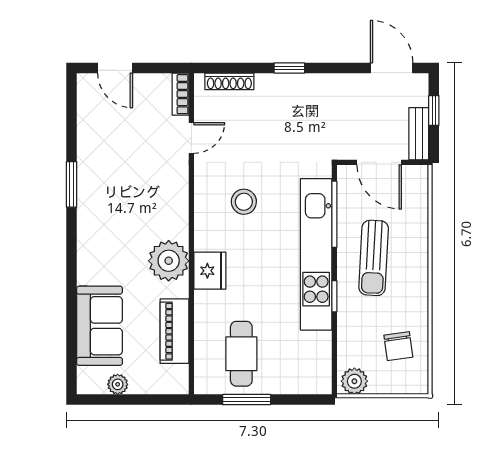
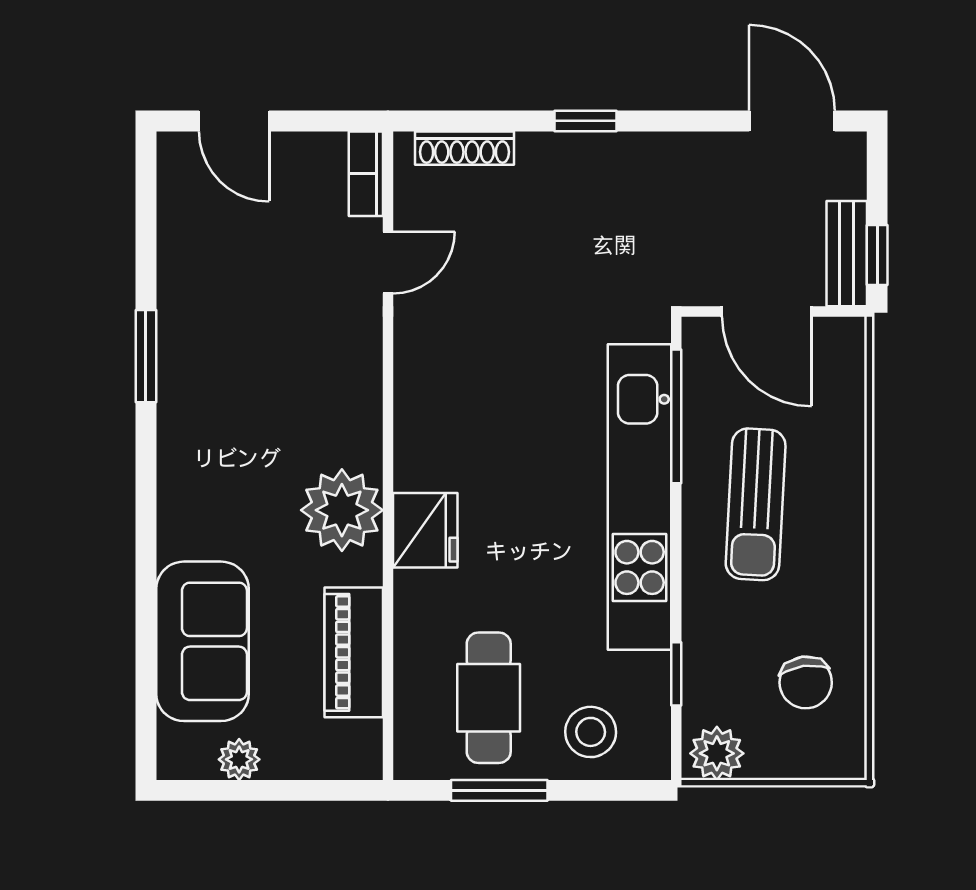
window: (434, 111) -> (877, 255), moved
stool: (244, 202) -> (591, 732), moved
window: (334, 296) -> (676, 674), moved

